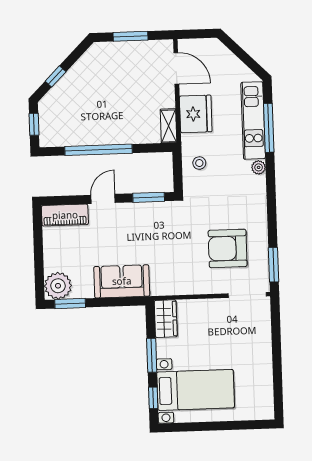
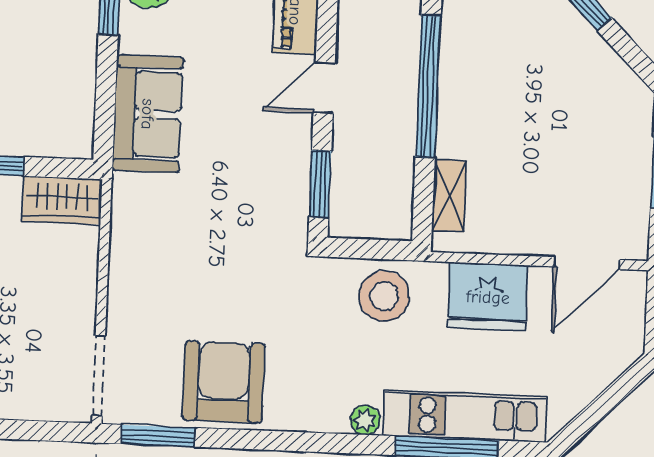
shelving: (169, 126) -> (449, 196), moved, turned 90
stool: (199, 163) -> (384, 296), width x1.89, depth x1.89
door: (103, 199) -> (324, 88), swing flipped
armchair: (228, 248) -> (224, 382), moved

